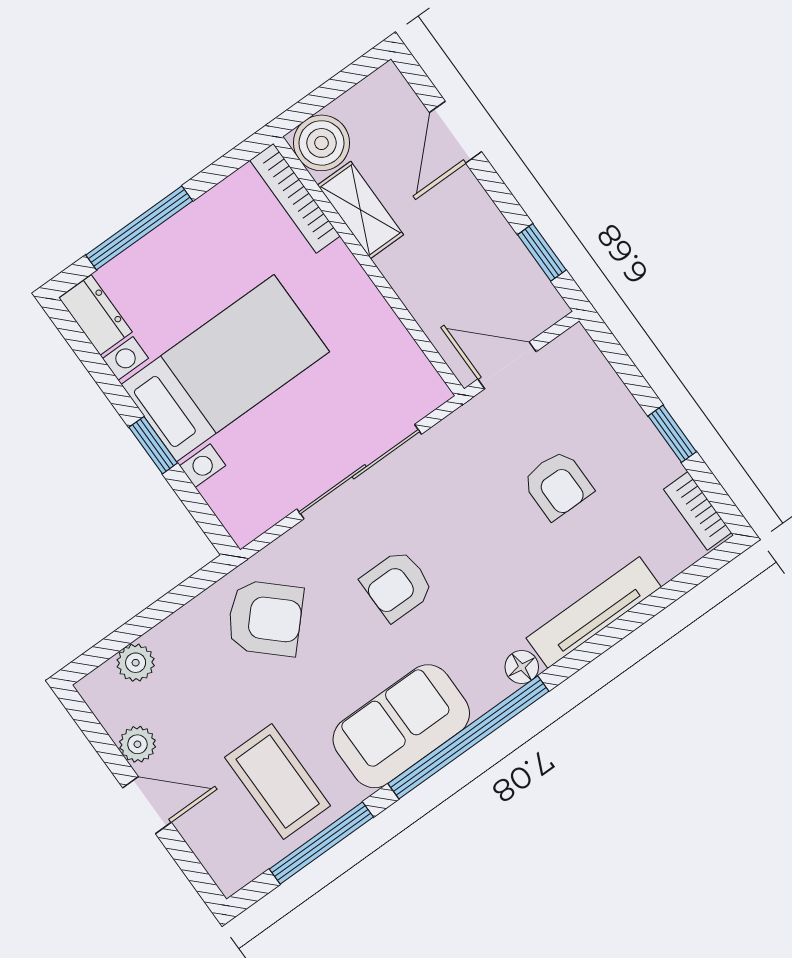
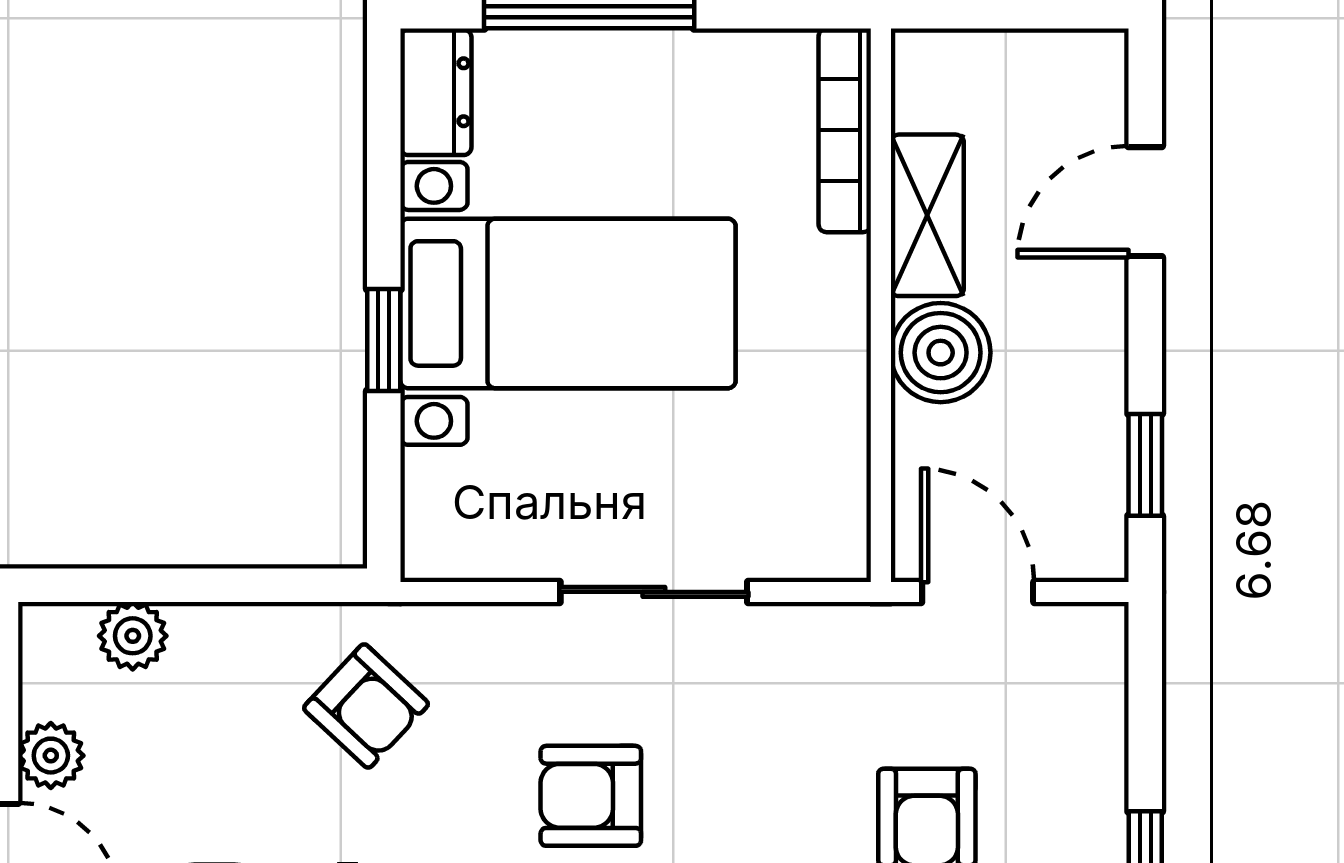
boiler: (321, 143) -> (941, 353), moved
sliding door: (359, 472) -> (654, 592), width x0.73
armchair: (265, 618) -> (366, 706), width x0.72, depth x0.72

